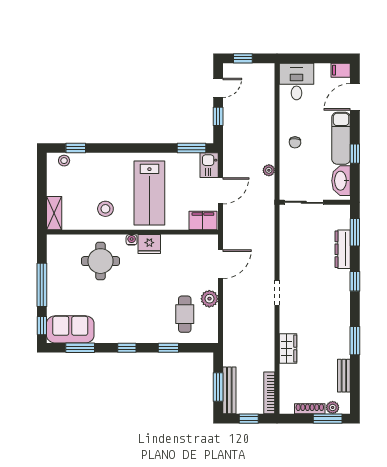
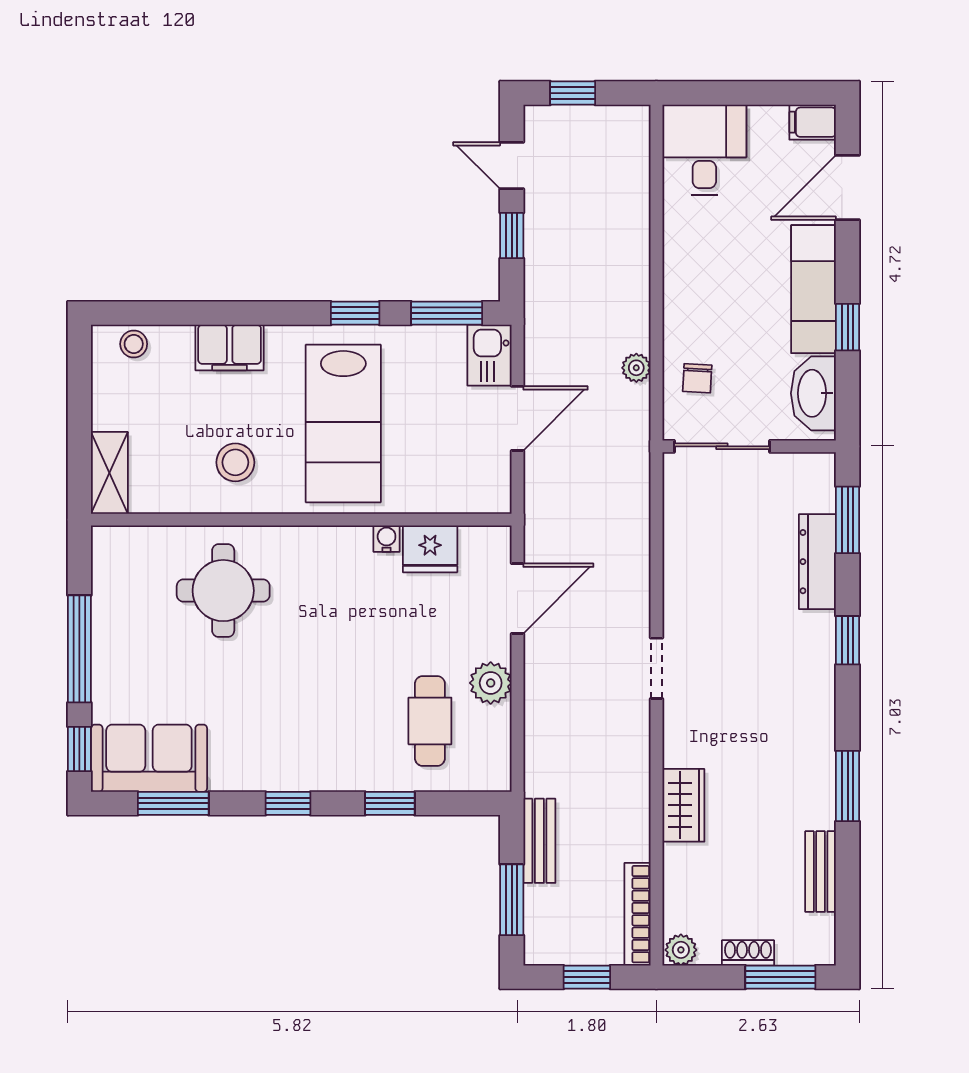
door: (218, 88) -> (512, 165), swing flipped
chair: (295, 142) -> (697, 378), moved
window: (76, 148) -> (355, 313), moved
filing cabinet: (203, 220) -> (230, 347), moved, turned 180
water cooler: (132, 240) -> (387, 539), moved
fridge: (149, 244) -> (430, 549), moved
bench: (229, 390) -> (539, 841), moved, width x0.73
plant: (333, 407) -> (681, 950), moved
shoe rack: (310, 409) -> (748, 953), width x0.70

